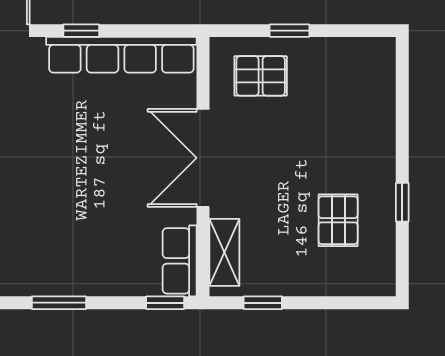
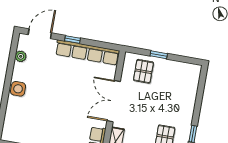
pallet: (261, 76) -> (143, 71), turned 90

